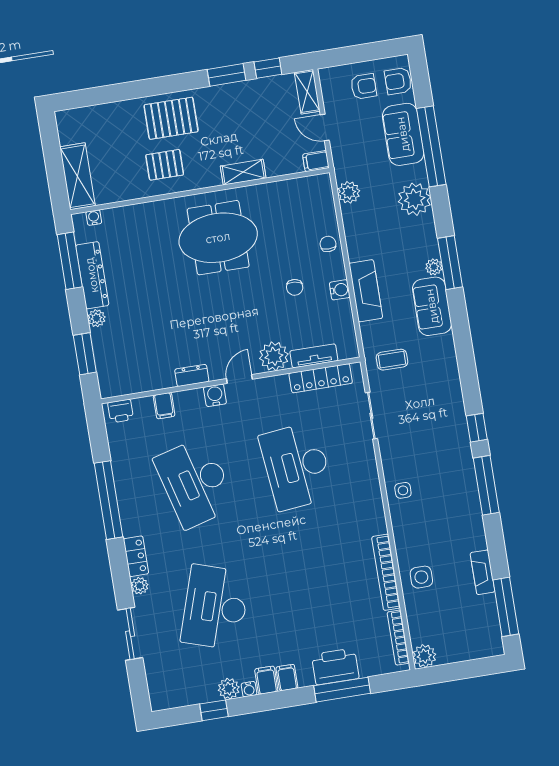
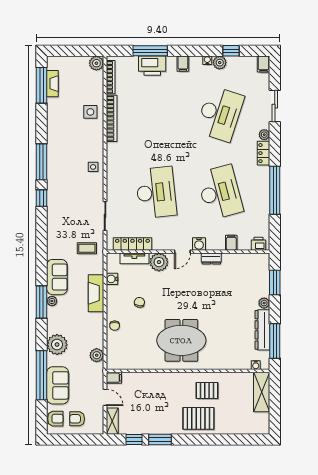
shelving: (243, 172) -> (160, 378), removed
water cooler: (340, 290) -> (112, 279), moved
fireplace: (483, 572) -> (52, 84), moved
filing cabinet: (266, 680) -> (263, 64), moved

